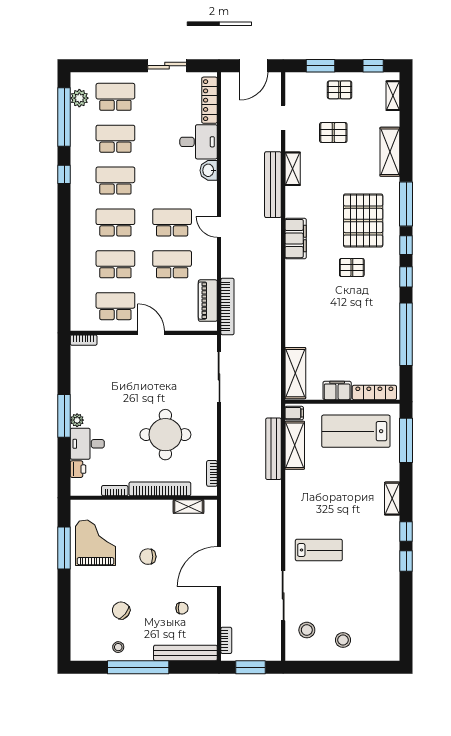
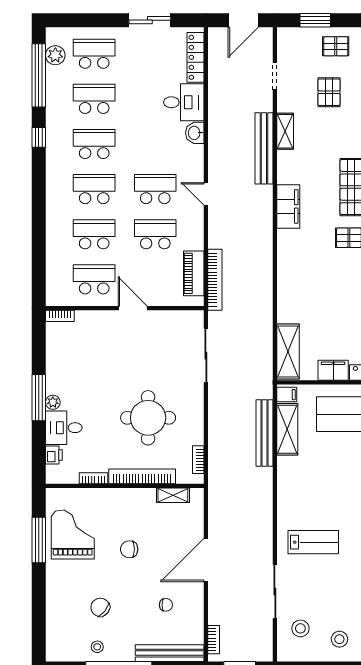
pallet: (333, 132) -> (329, 92), turned 90

